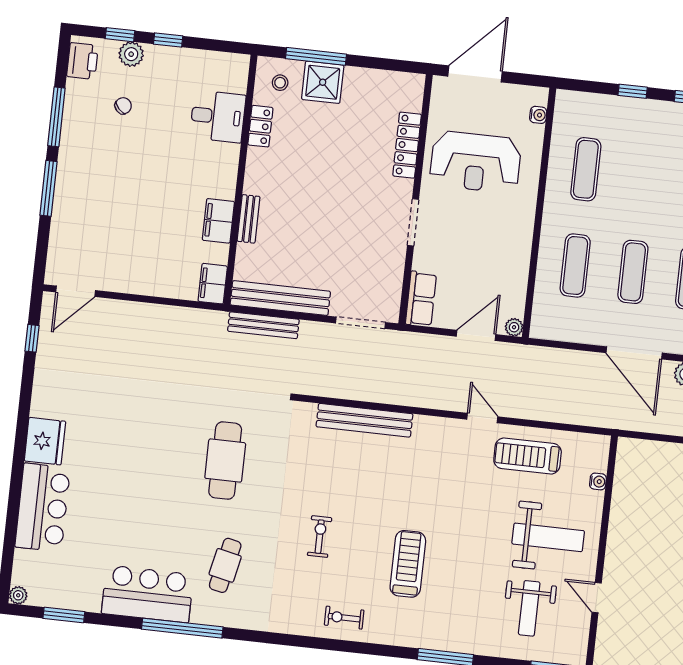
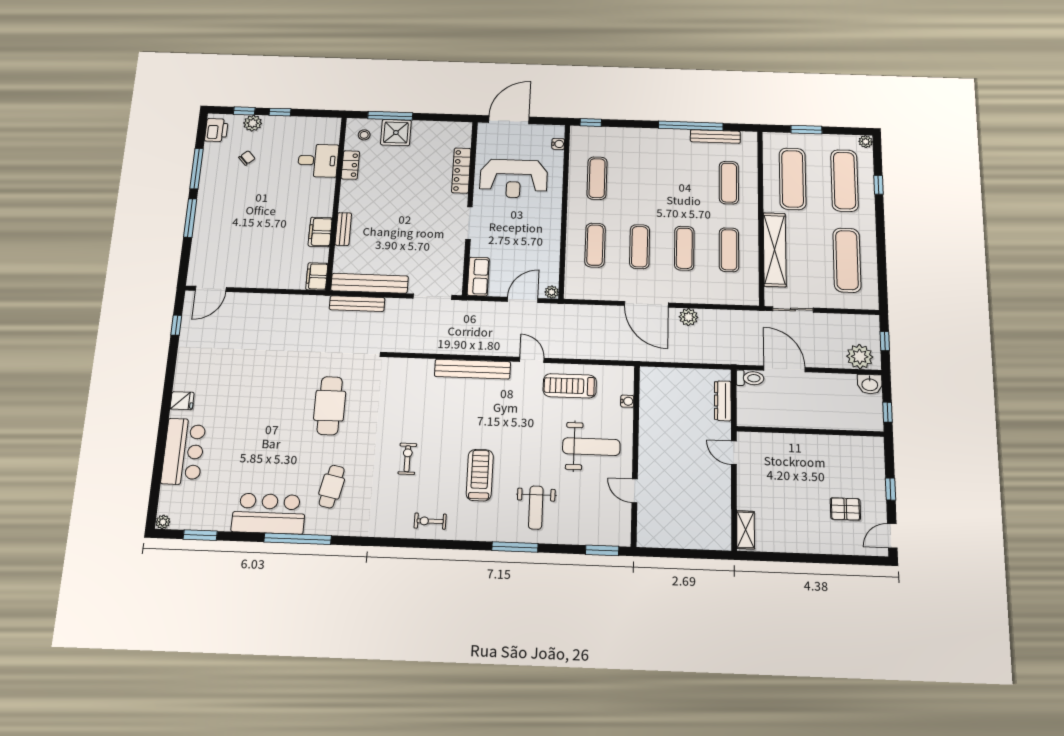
window: (633, 91) -> (591, 122), moved
bench: (364, 420) -> (472, 369), moved
fridge: (45, 441) -> (182, 401), width x0.53, depth x0.75
weight bench: (529, 608) -> (536, 508), moved

